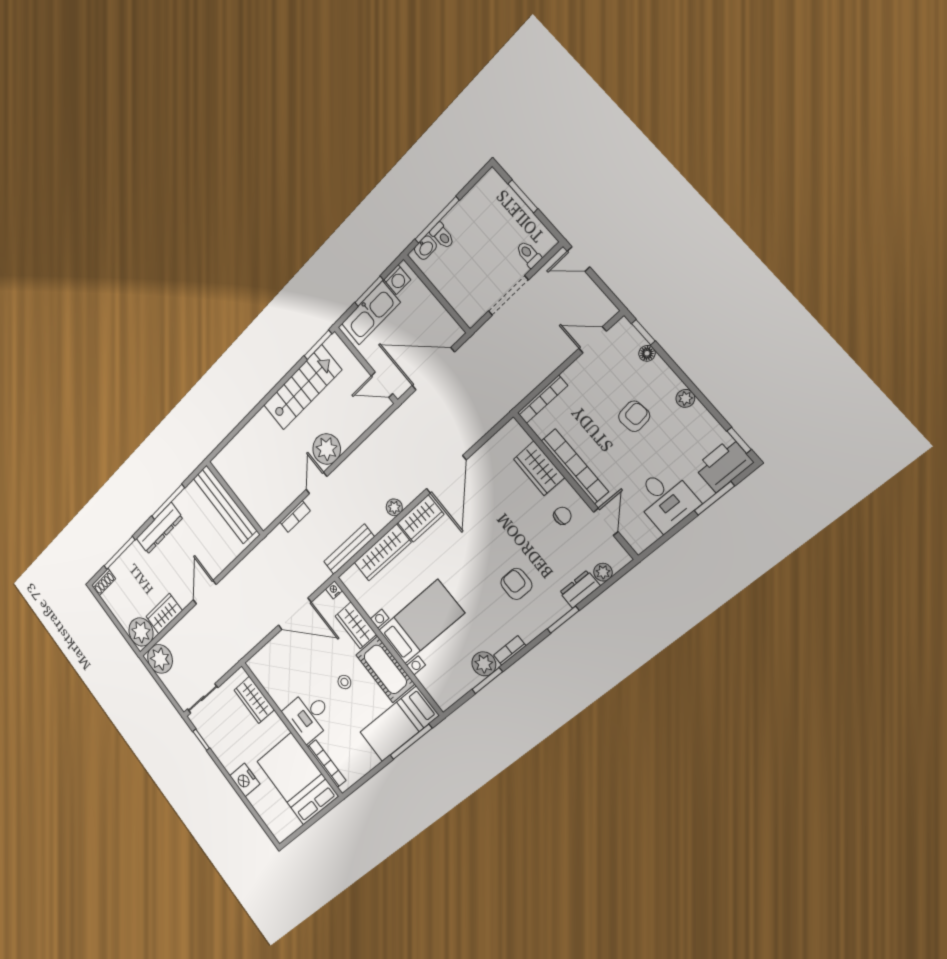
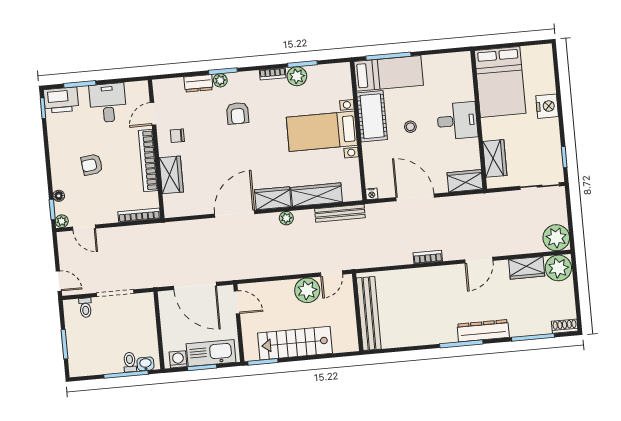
plant: (685, 398) -> (62, 221), moved
wall: (235, 498) -> (358, 312), moved
bench: (225, 504) -> (369, 313), moved
bookcase: (295, 516) -> (428, 257), moved
plant: (603, 572) -> (220, 80), moved
wardrobe: (356, 625) -> (465, 181), moved, turned -90
bookcase: (326, 764) -> (467, 79), removed

